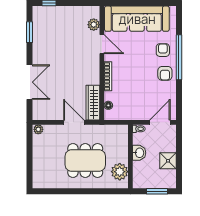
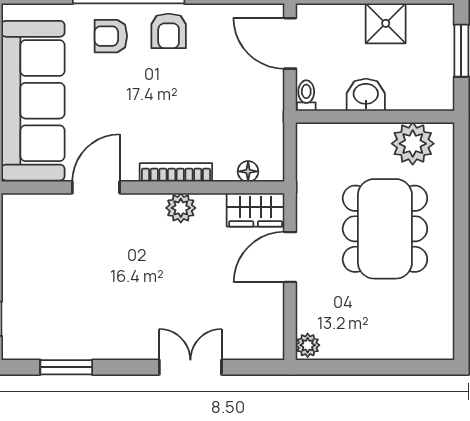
plant: (94, 25) -> (181, 208), moved
armchair: (165, 73) -> (169, 31), turned 90
double door: (29, 82) -> (190, 367), width x0.73
wardrobe: (93, 103) -> (256, 210), width x0.67

